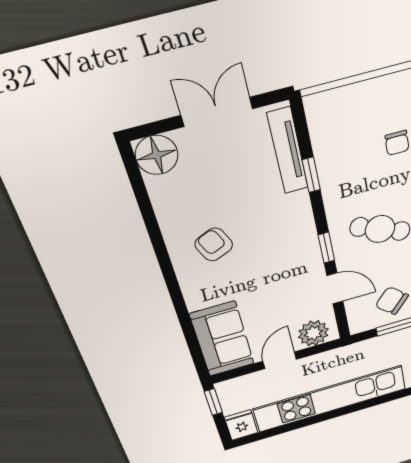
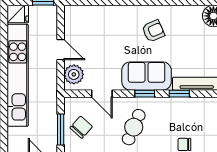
window: (326, 248) -> (145, 94), moved
door: (335, 288) -> (102, 94), hinge flipped
sofa: (222, 339) -> (147, 76), moved, turned 180

